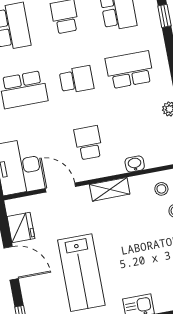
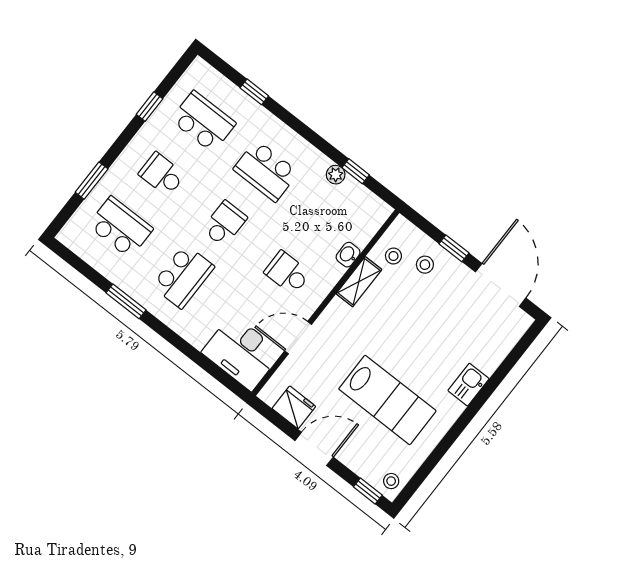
school desk: (130, 70) -> (266, 171), turned -90
shelving: (110, 189) -> (359, 282), moved

